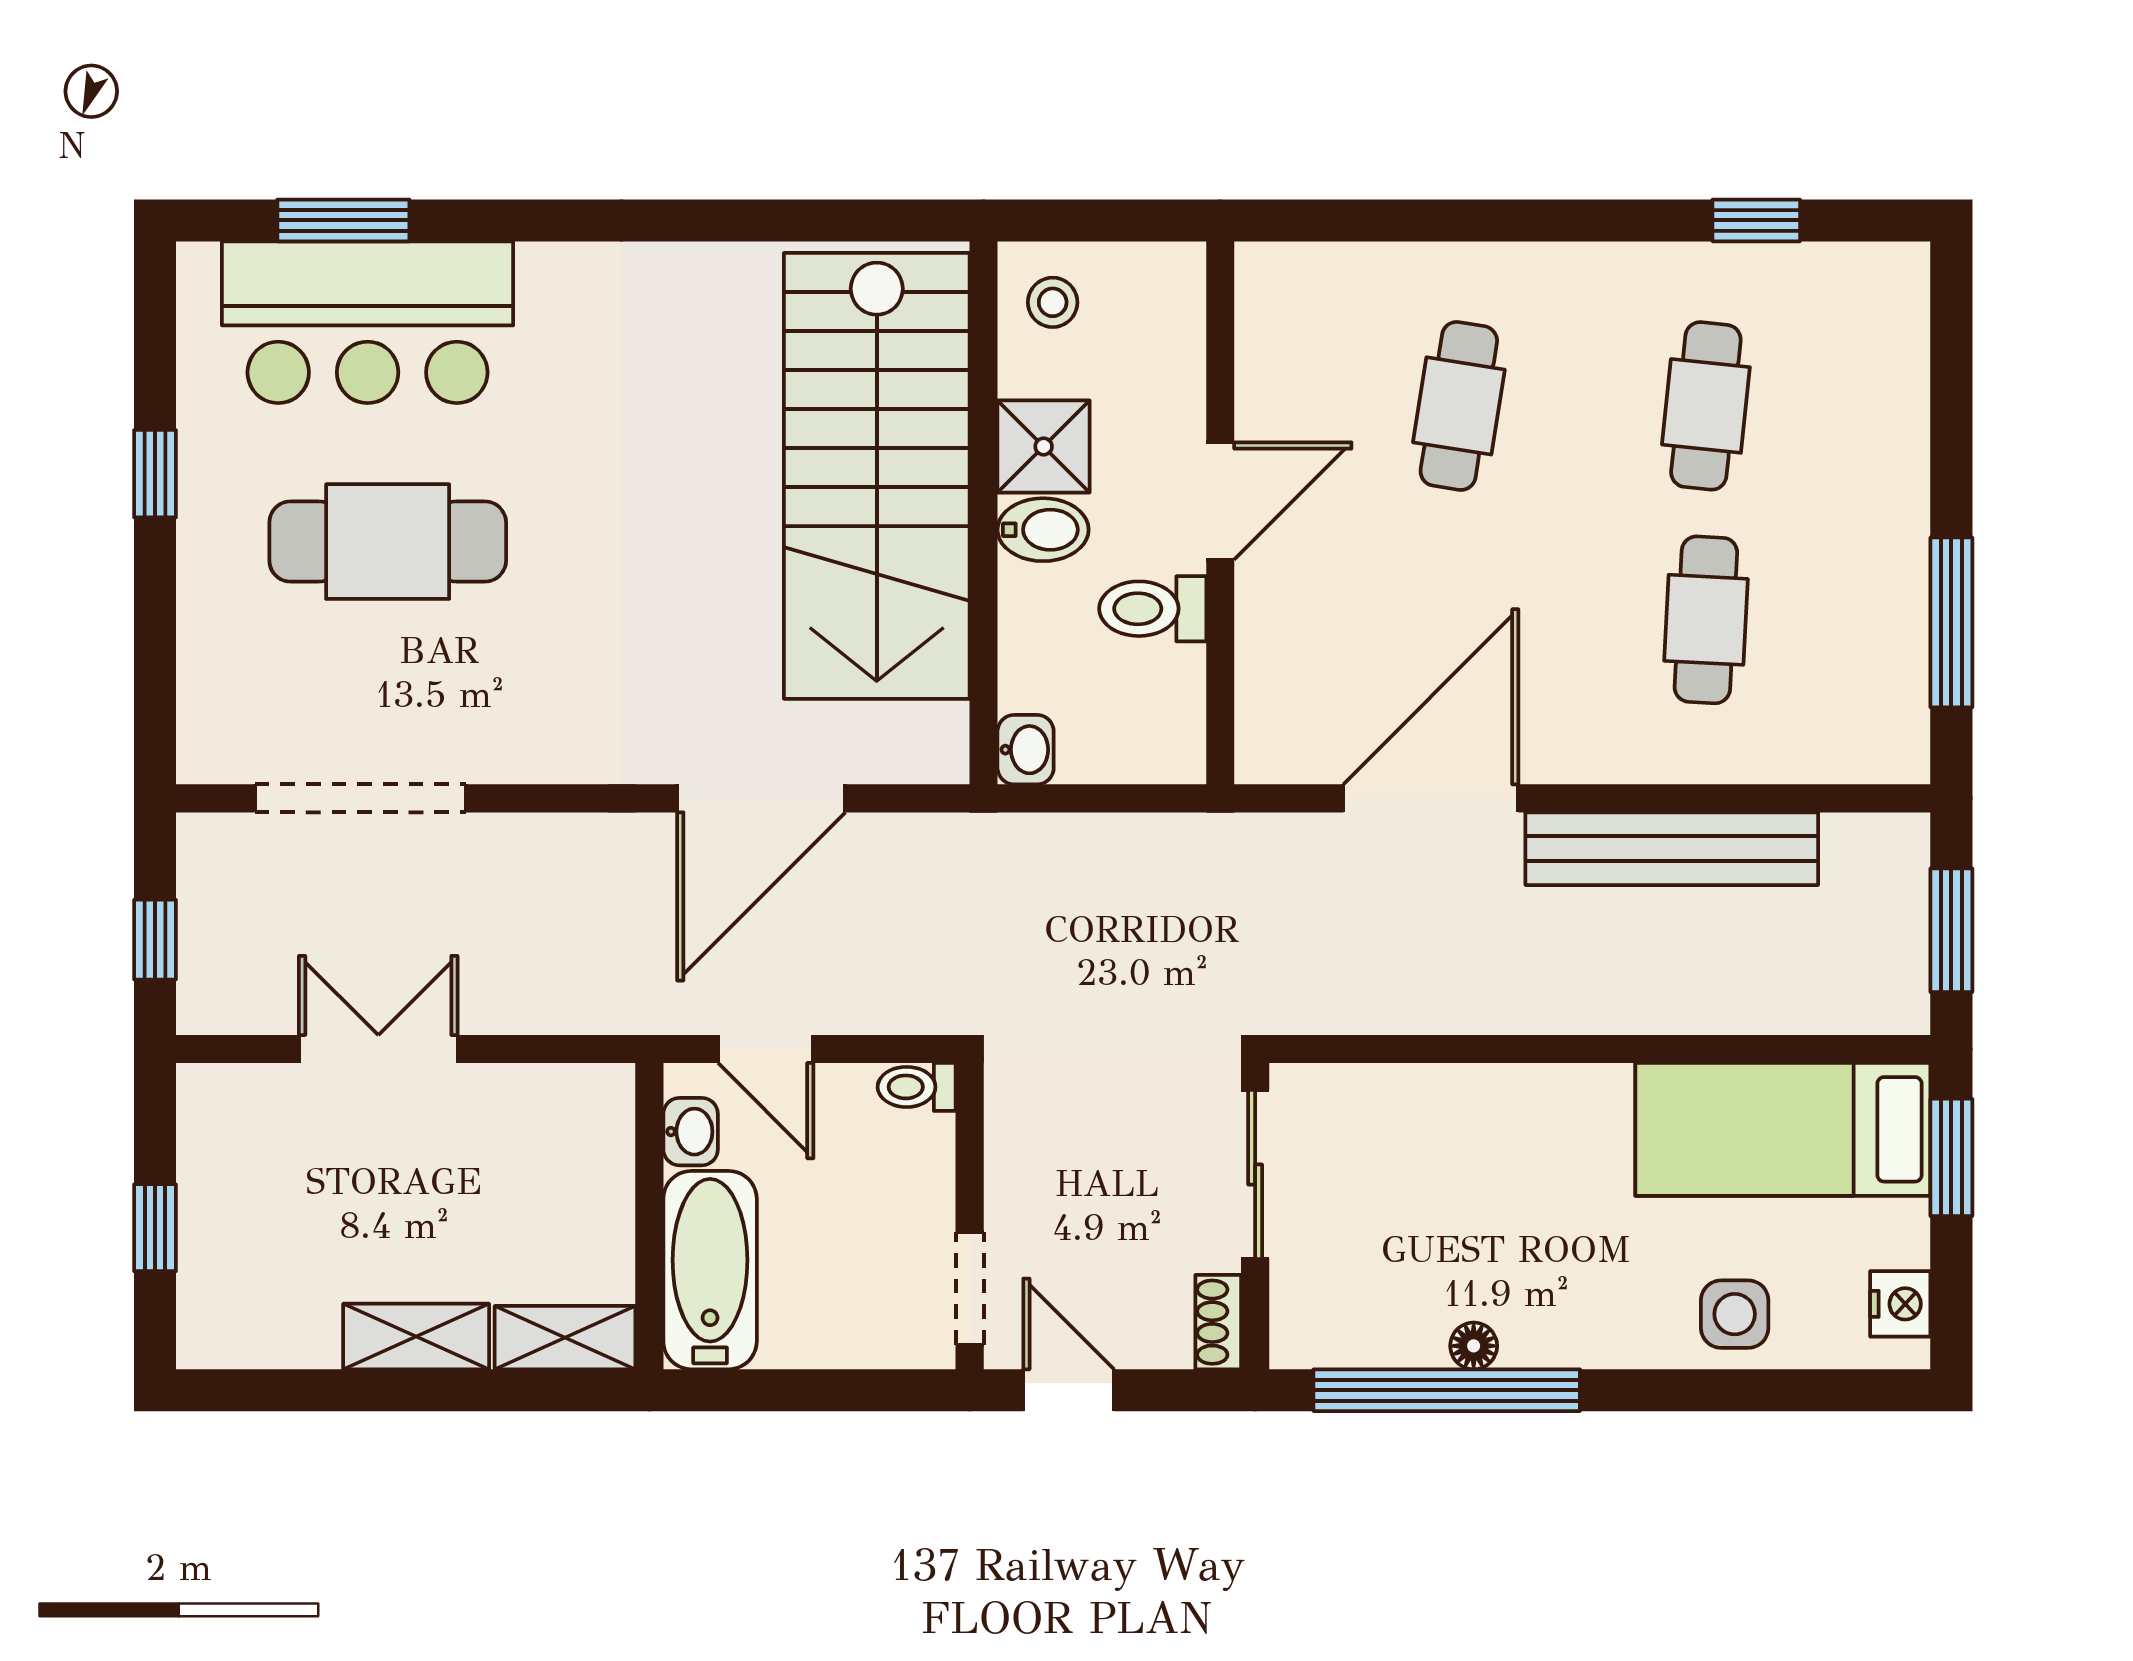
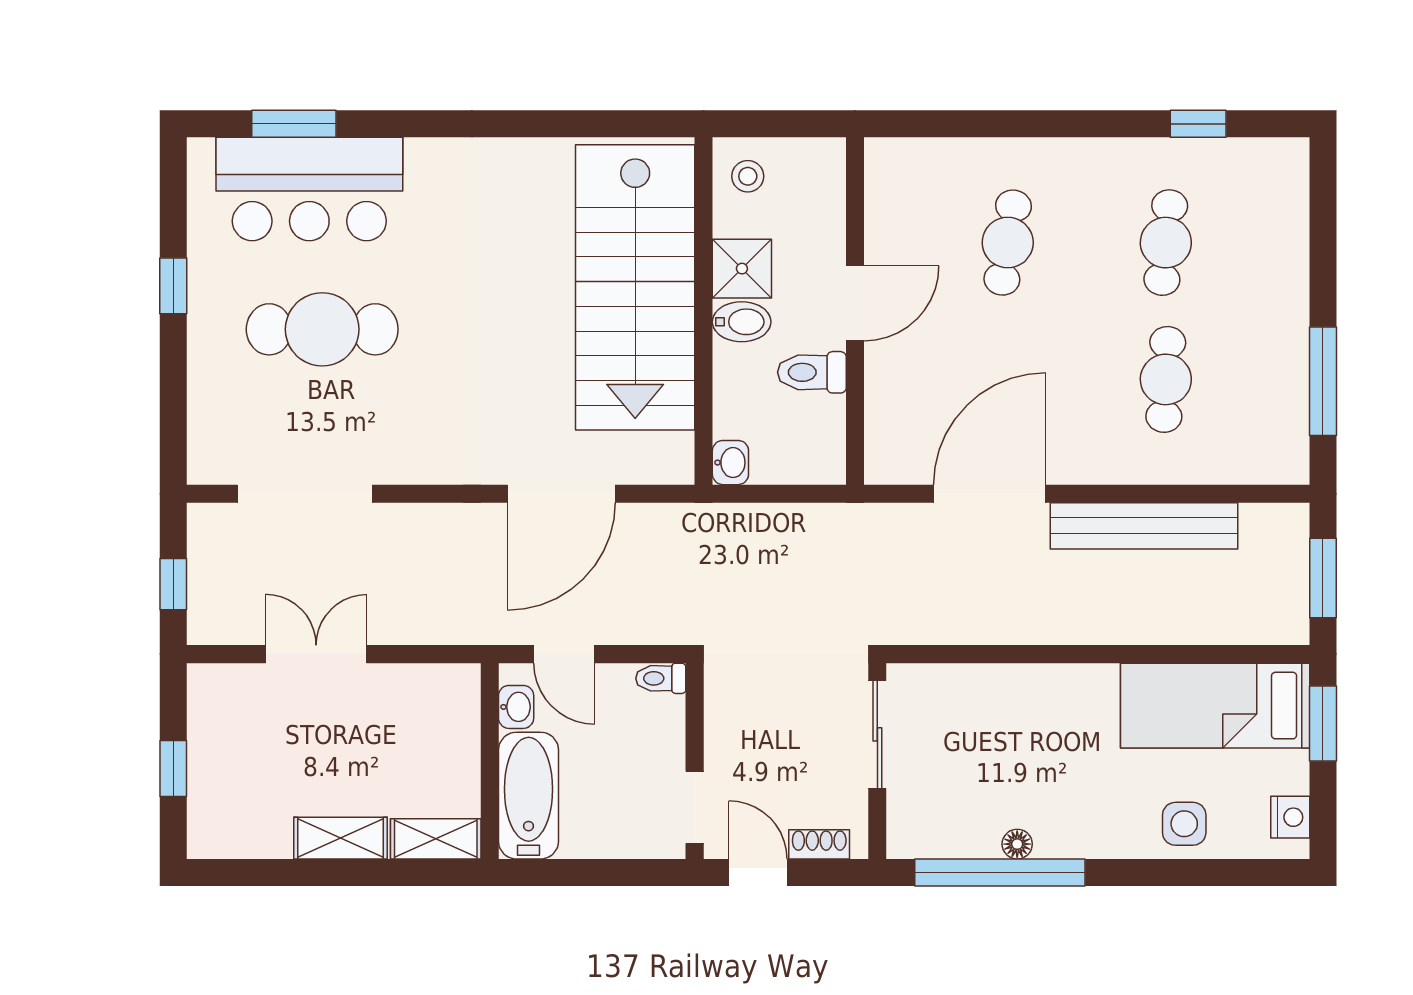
shoe rack: (1218, 1322) -> (819, 844), moved, turned 90

